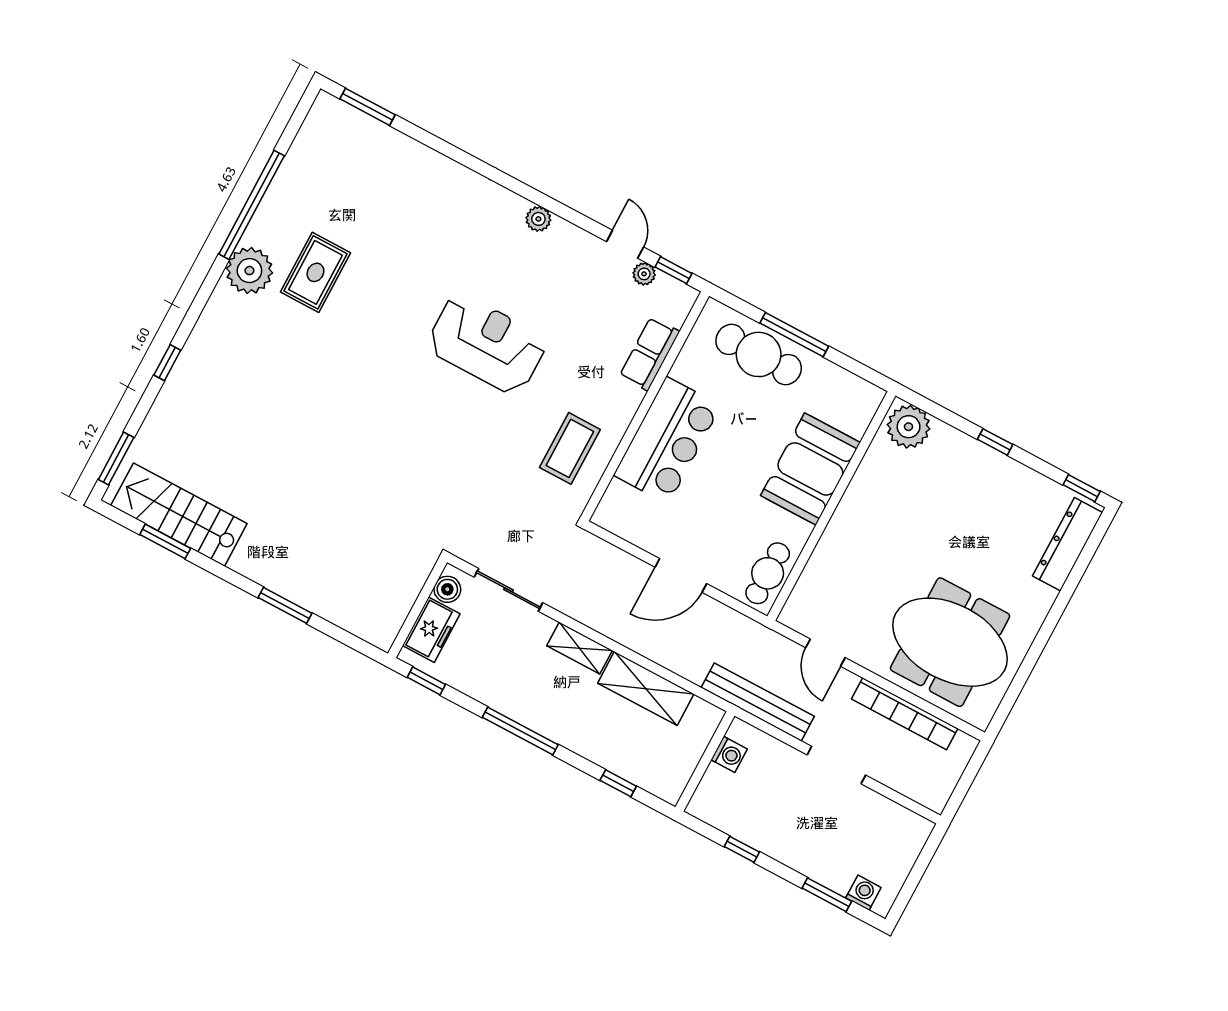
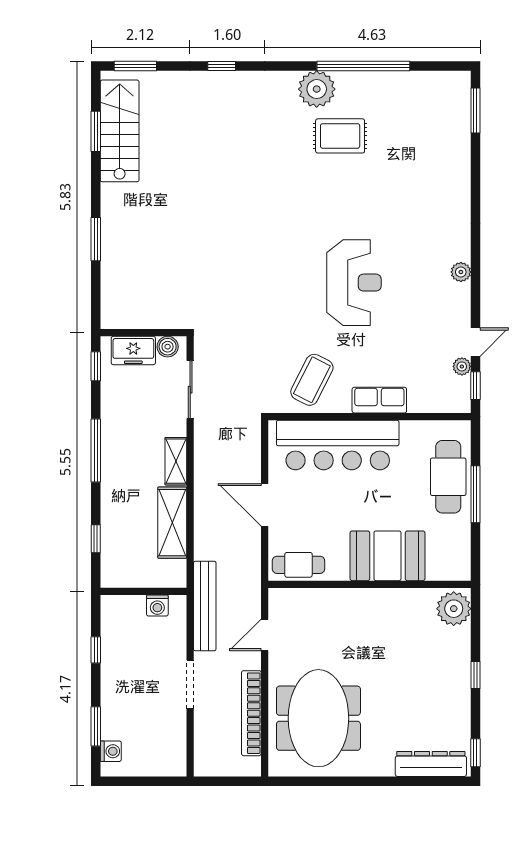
row of seats: (650, 354) -> (379, 400), moved
bar counter: (667, 440) -> (338, 445), width x1.36
coffee table: (570, 448) -> (312, 380), turned -63

